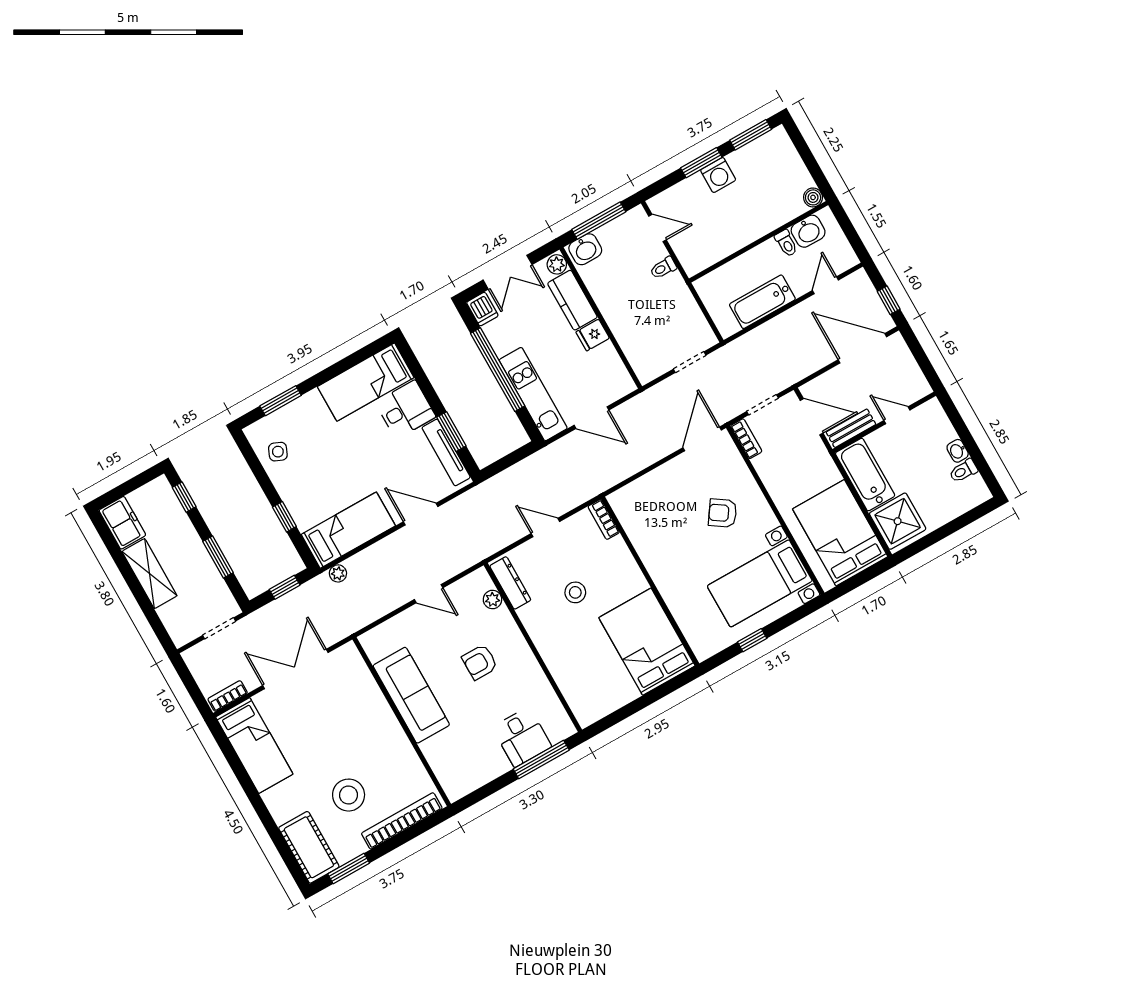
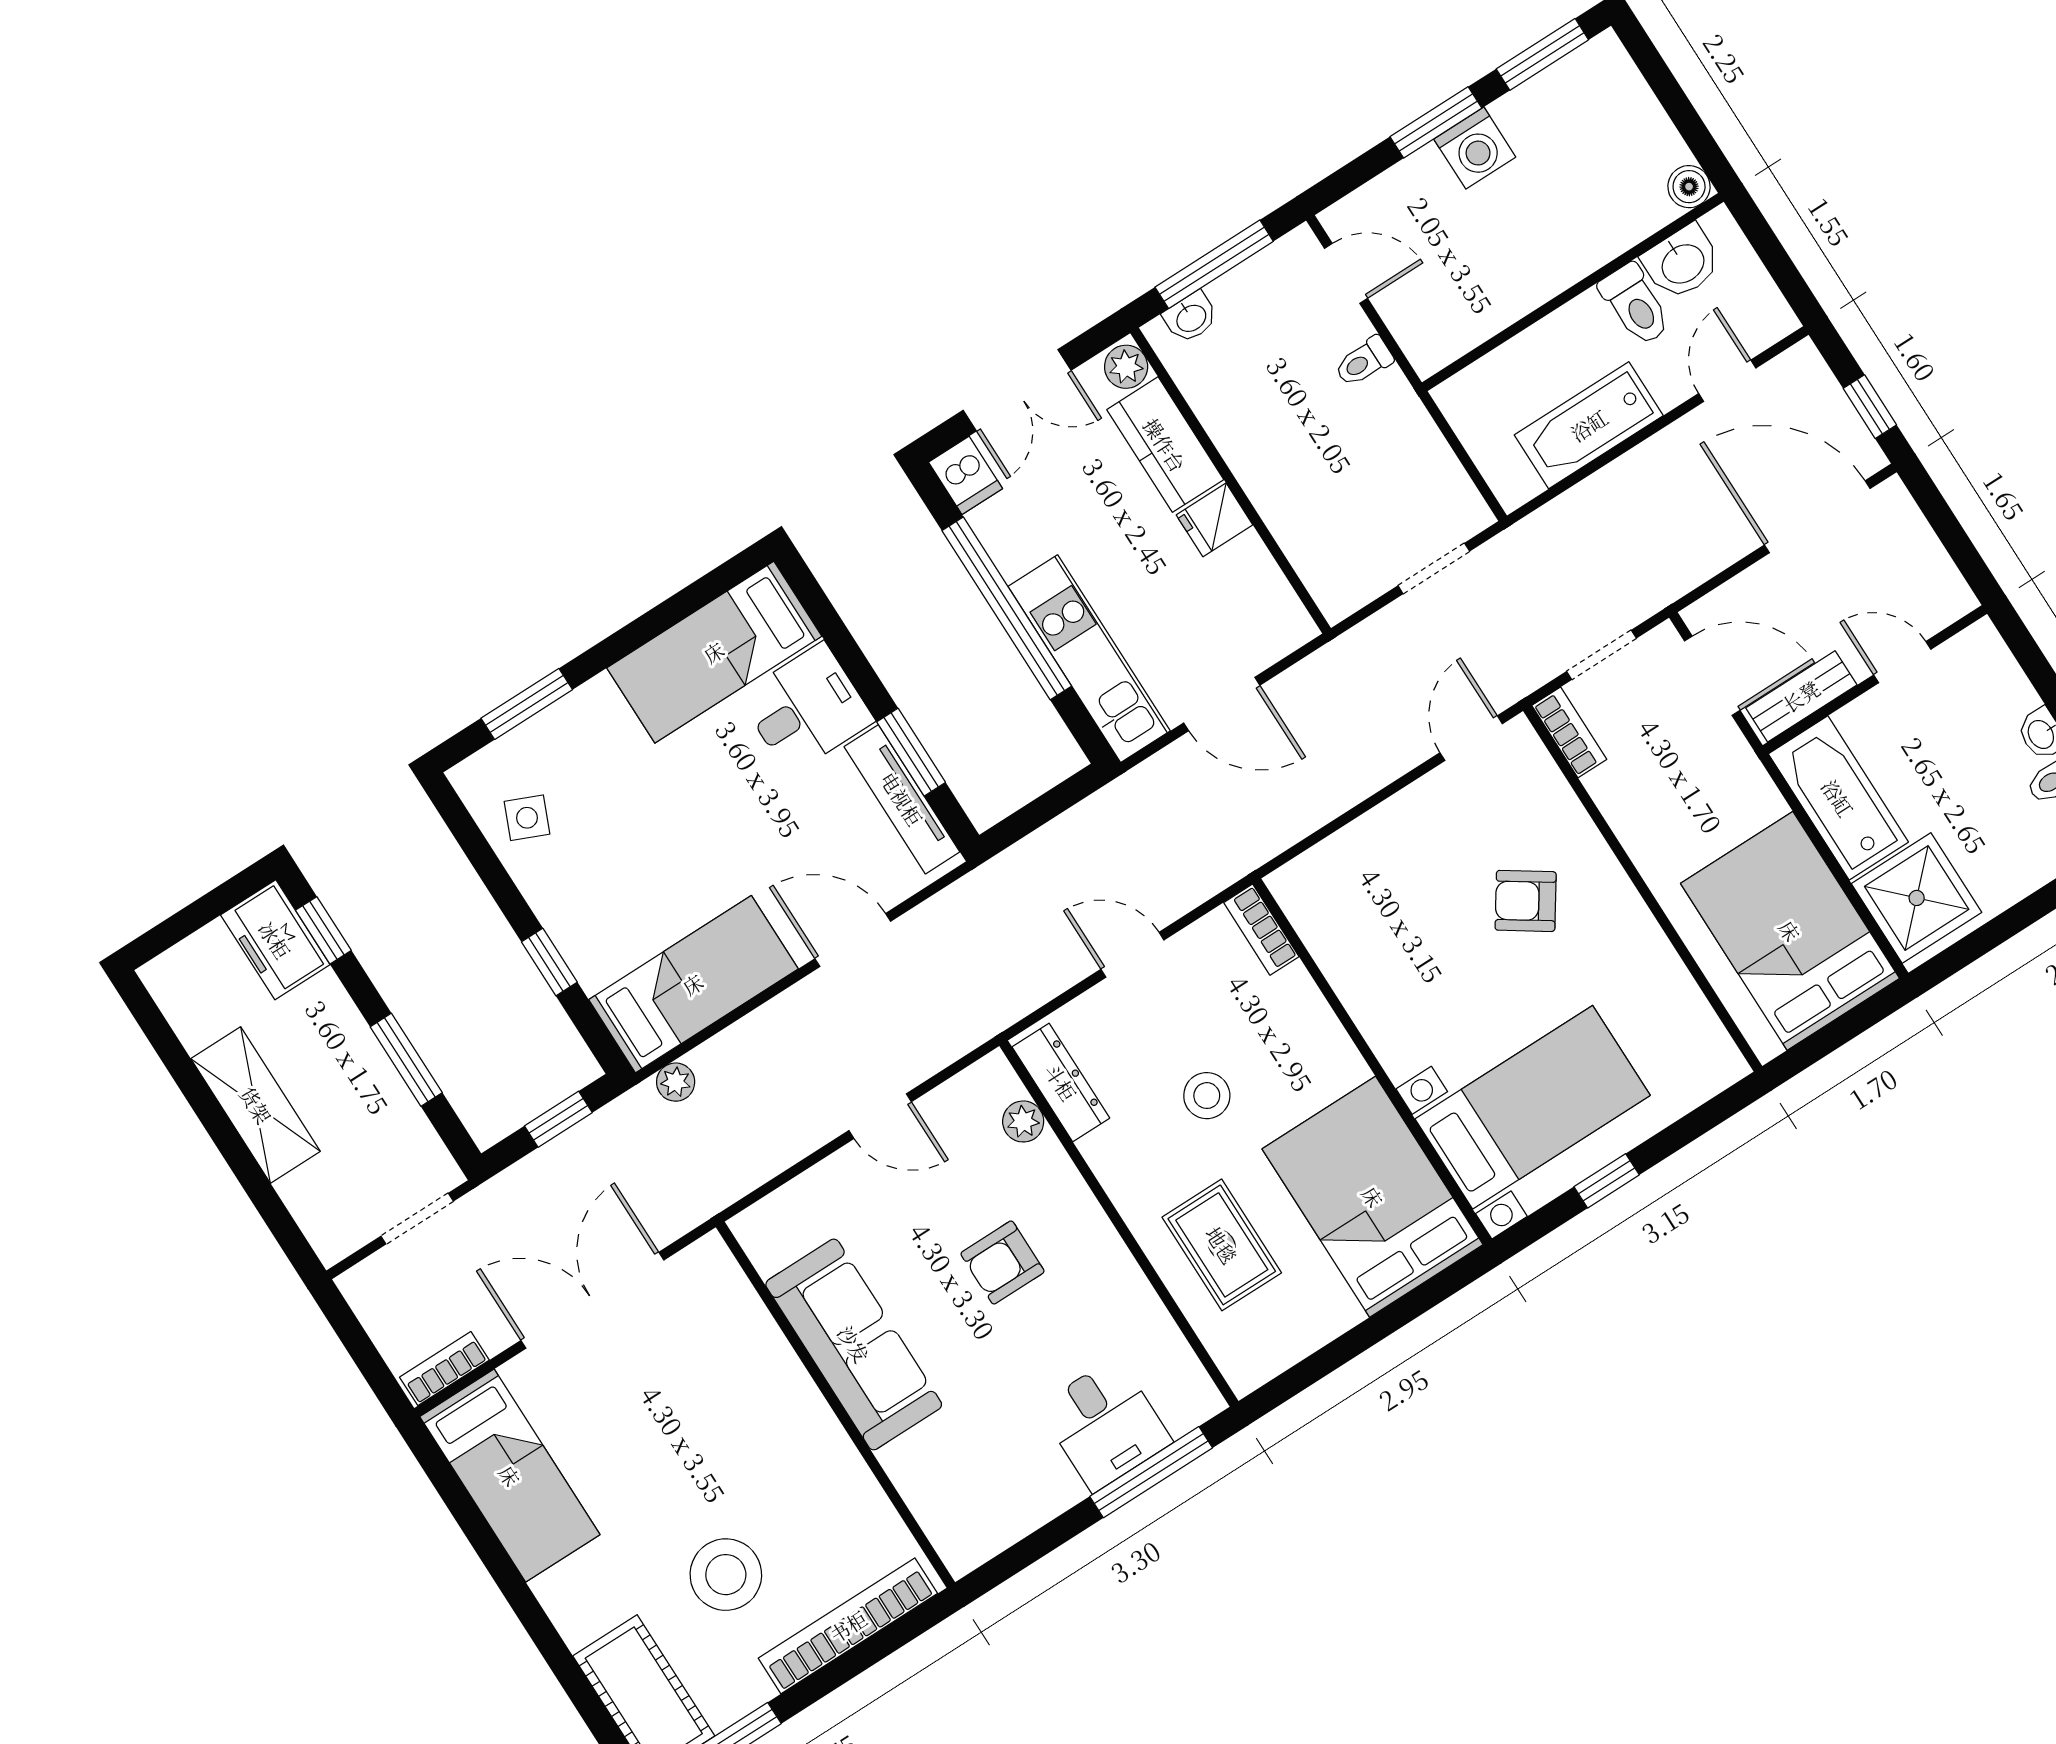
toilet: (786, 243) -> (1635, 305), width x1.37, depth x1.39
washbasin: (585, 249) -> (1191, 317), width x0.72, depth x0.69
door: (702, 439) -> (1471, 738), width x0.73
freezer: (122, 523) -> (275, 940), moved, turned 180
bed with nightstands: (760, 583) -> (1533, 1107), moved, turned 180
rug: (578, 660) -> (1222, 1245), added

